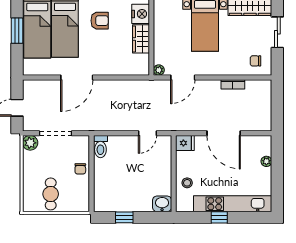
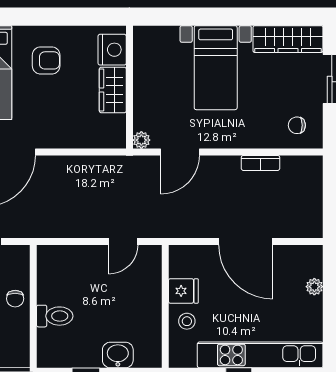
fridge: (185, 143) -> (183, 291), moved
toilet: (100, 147) -> (55, 316), moved, turned -90
washbasin: (162, 204) -> (118, 355), moved

